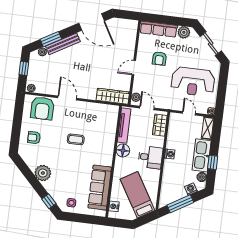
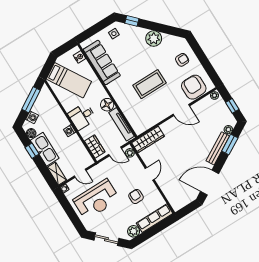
reception desk: (193, 82) -> (96, 200), turned 180
coffee table: (76, 139) -> (150, 84), width x1.86, depth x1.72

